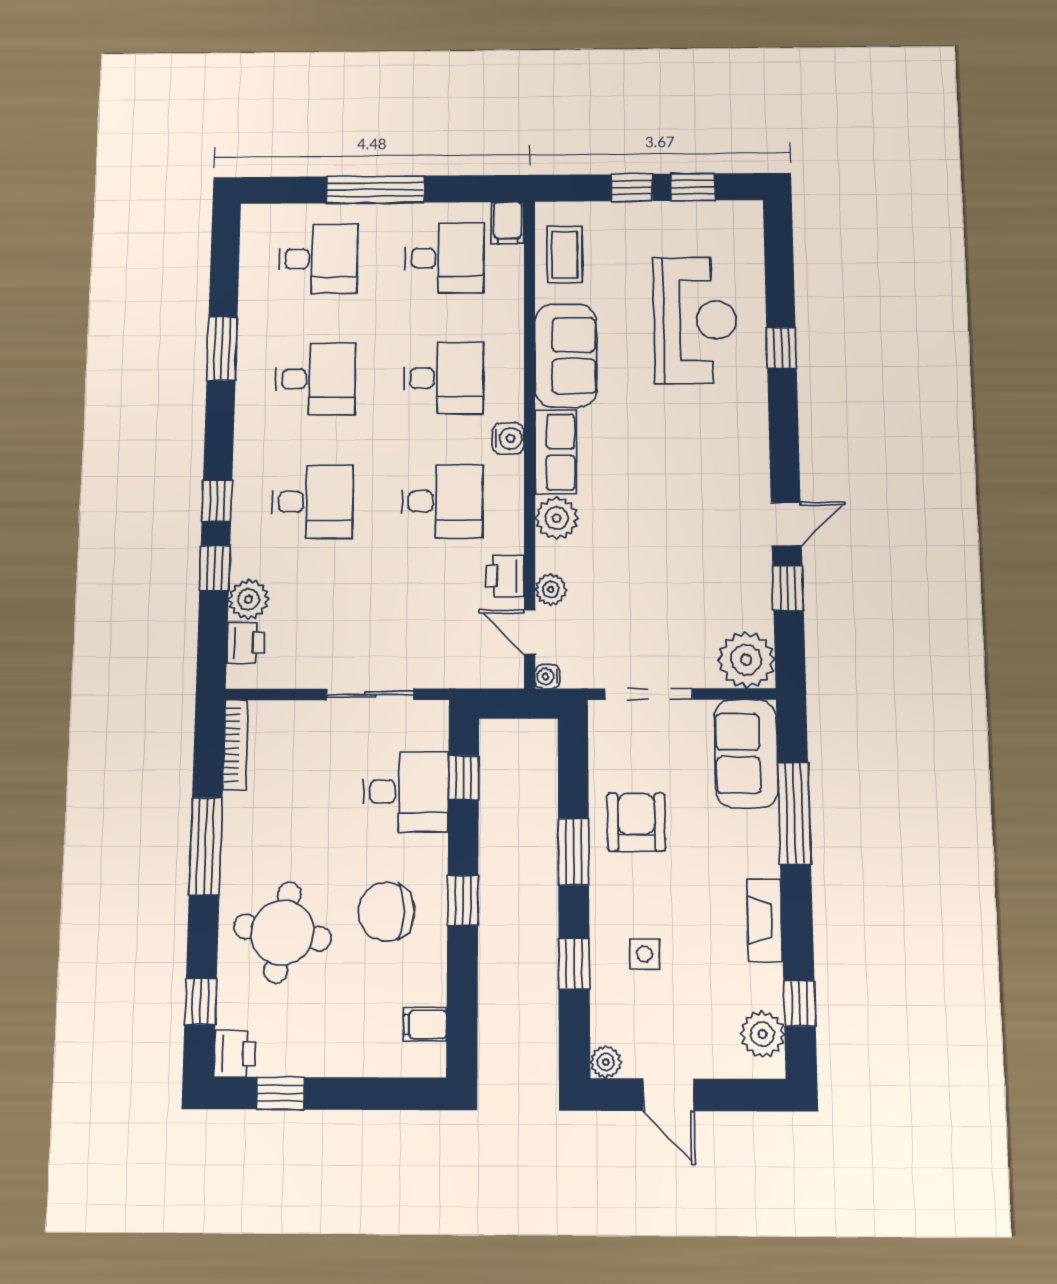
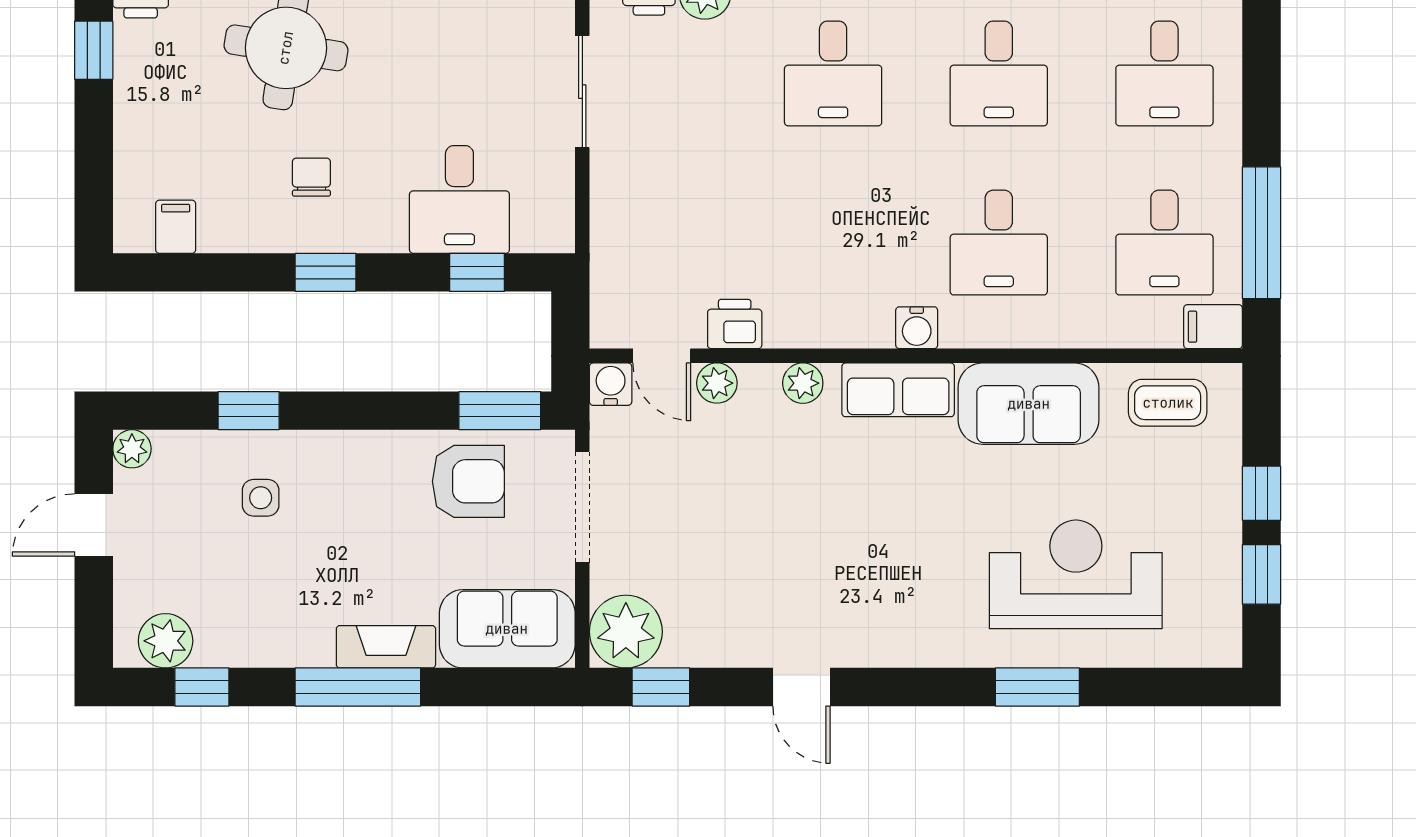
window: (375, 190) -> (1261, 233), moved
reception desk: (695, 320) -> (1076, 574), turned 180
window: (781, 348) -> (1037, 687), width x1.50
desk: (442, 501) -> (833, 243), removed
plant: (557, 518) -> (803, 383), width x0.73, depth x0.73
window: (788, 588) -> (661, 687), moved
door: (530, 632) -> (662, 356), swing flipped
water cooler: (547, 677) -> (611, 384), width x1.38, depth x1.38
sliding door: (370, 694) -> (582, 92), moved
window: (794, 813) -> (358, 687), moved
armchair: (636, 822) -> (468, 481), moved
window: (574, 852) -> (500, 411), moved
chair: (386, 912) -> (311, 177), width x0.54, depth x0.54
fireplace: (765, 920) -> (386, 647), moved

